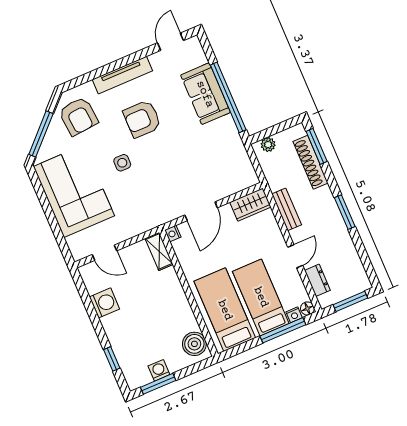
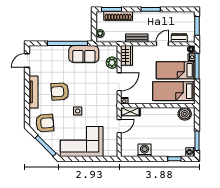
door: (170, 42) -> (27, 60), hinge flipped
sofa: (205, 94) -> (84, 54), moved
armchair: (142, 119) -> (60, 92), turned 86
plant: (228, 185) -> (112, 63), added
door: (201, 211) -> (119, 82), hinge flipped
door: (104, 253) -> (119, 126), moved
door: (295, 256) -> (162, 44), hinge flipped
washing machine: (159, 370) -> (190, 152), moved

